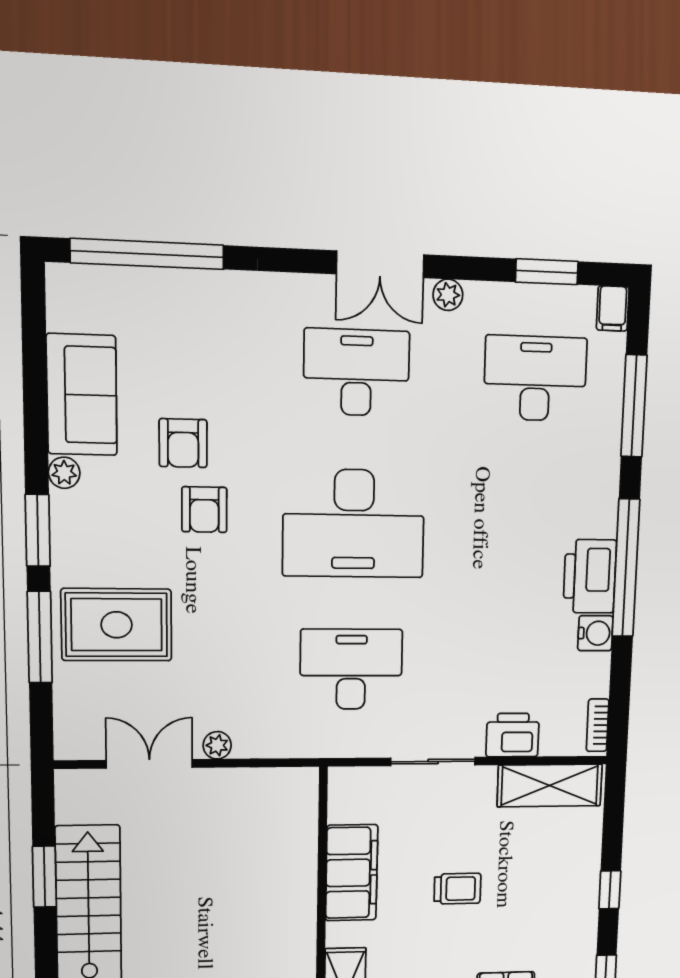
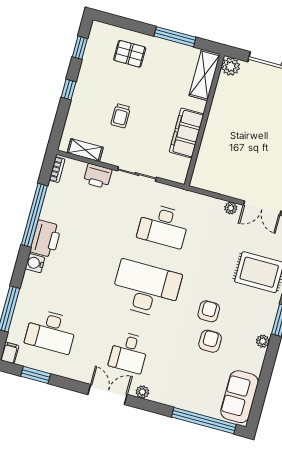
plant: (448, 295) -> (142, 392), moved
desk: (356, 373) -> (129, 353), width x0.73
sofa: (82, 395) -> (239, 397), moved
window: (626, 568) -> (34, 215), moved
water cooler: (595, 633) -> (35, 263), moved
shelving: (550, 786) -> (85, 150), width x0.67, depth x0.75
trolley: (457, 889) -> (121, 116), moved, turned -90

